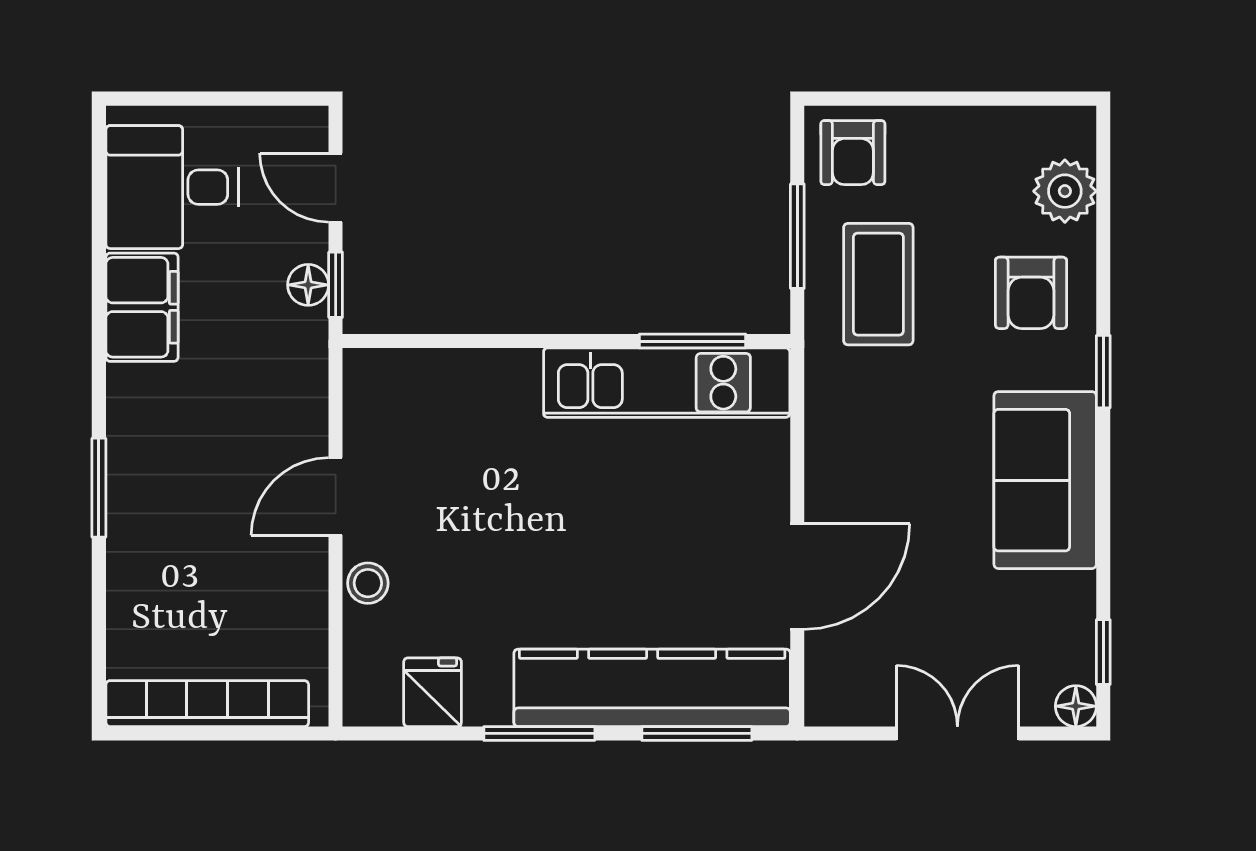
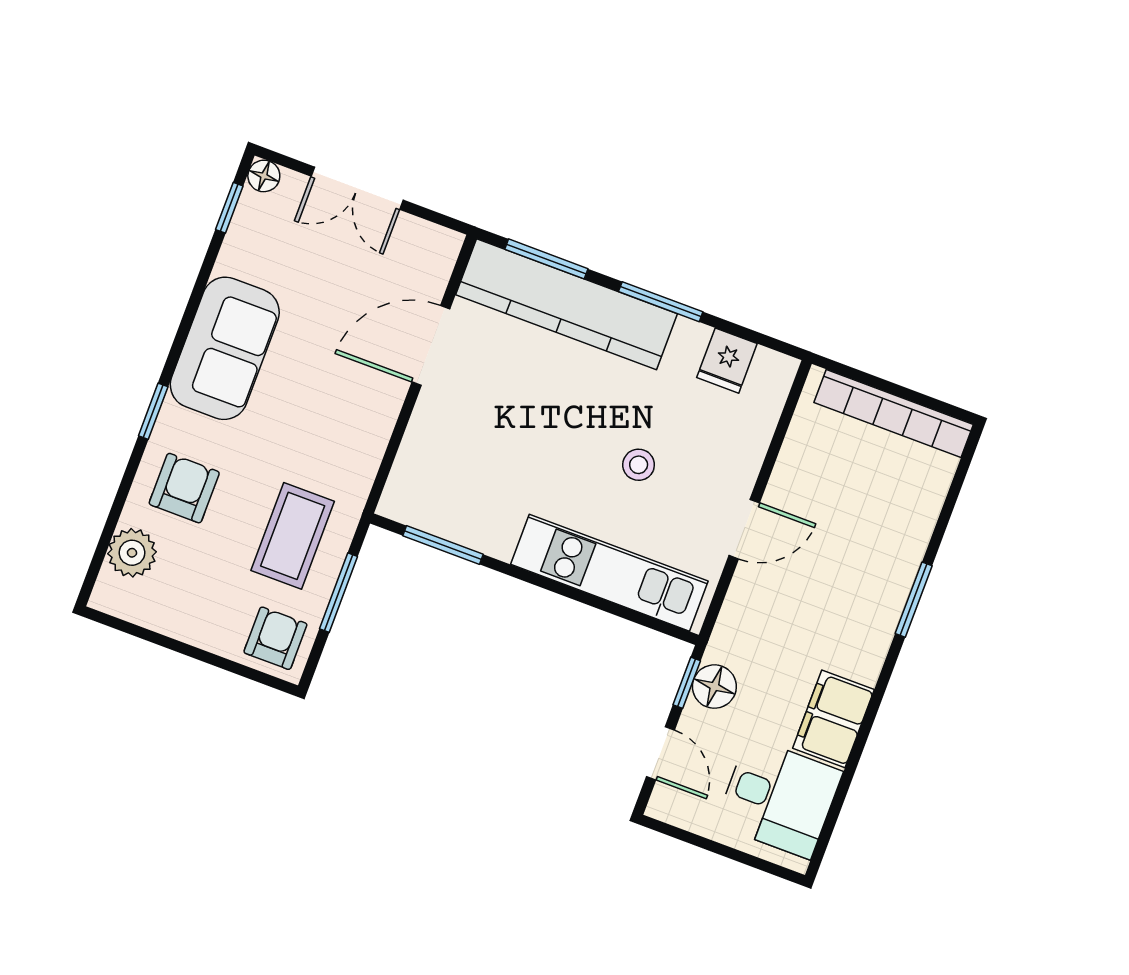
floor lamp: (308, 285) -> (714, 687), width x1.37, depth x1.37
kitchen unit: (667, 383) -> (609, 573), moved
stool: (368, 583) -> (639, 465), moved

